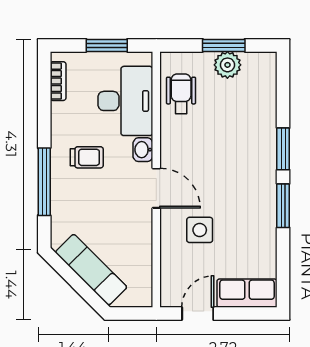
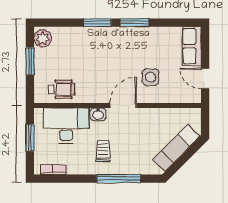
plant: (227, 65) -> (43, 38), moved
wheelchair: (181, 94) -> (62, 89), turned 180

